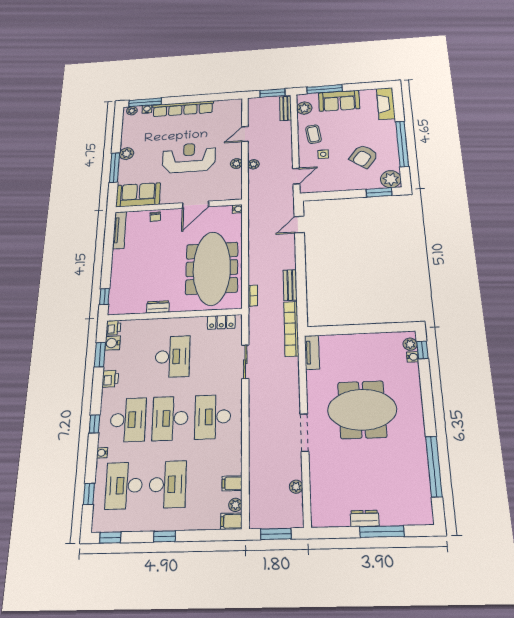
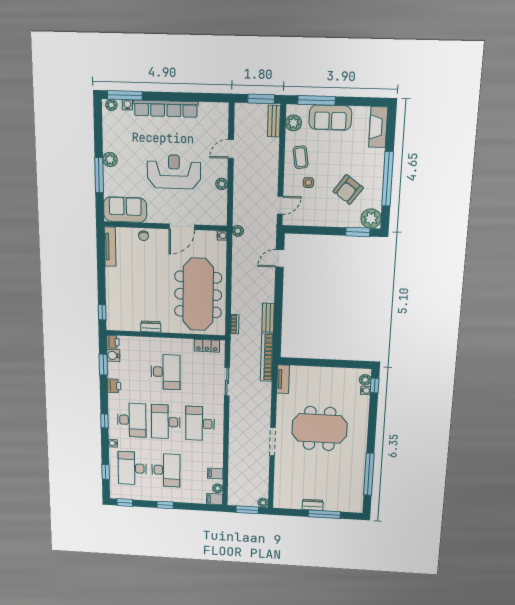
plant: (253, 164) -> (238, 231), moved
plant: (296, 487) -> (263, 503), moved

